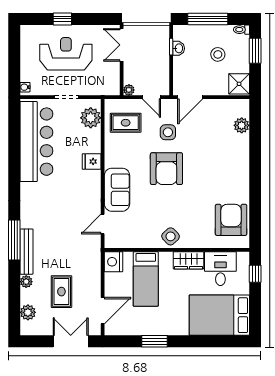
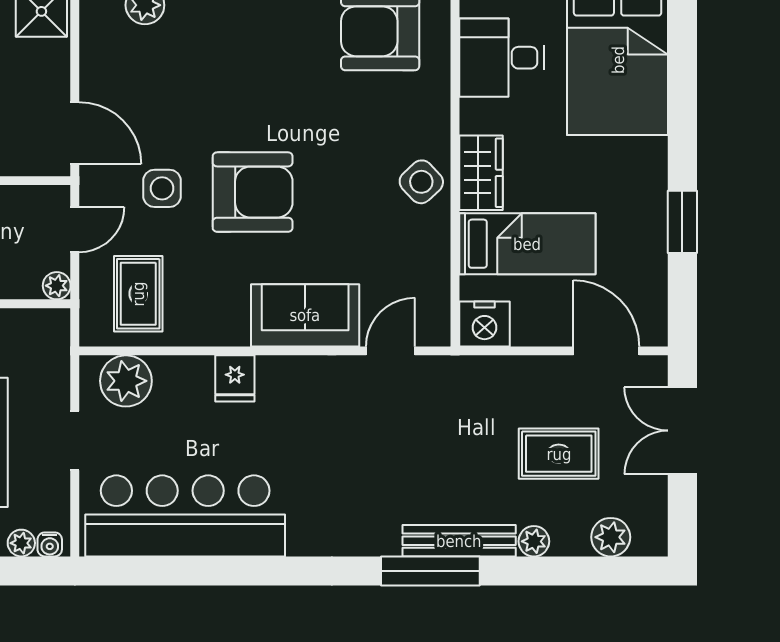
plant: (26, 76) -> (21, 543), added
door: (103, 224) -> (390, 351), swing flipped
wardrobe: (188, 260) -> (481, 173), moved

